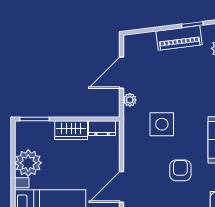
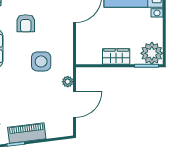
dresser: (102, 128) -> (91, 58), removed
plant: (28, 163) -> (152, 53), moved

